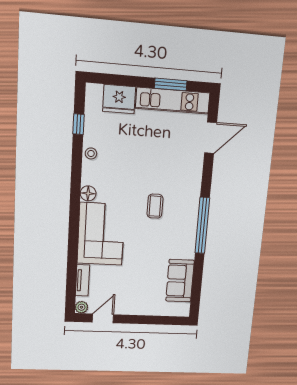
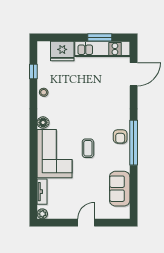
coffee table: (155, 206) -> (88, 148), moved
armchair: (186, 217) -> (120, 136), added
door: (103, 318) -> (86, 223), moved

